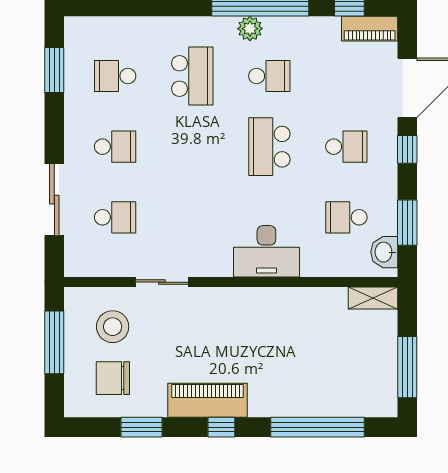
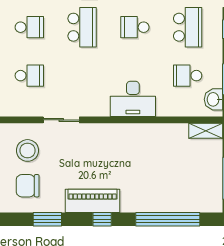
school desk: (192, 147) -> (82, 27), added
school desk: (269, 147) -> (135, 27), width x0.54
school desk: (346, 147) -> (188, 27), width x1.85

